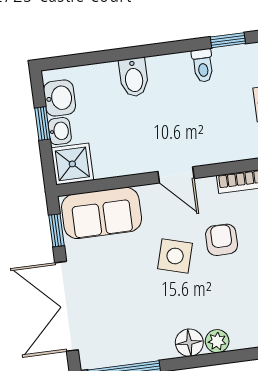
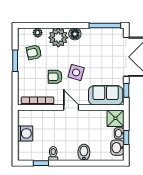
armchair: (222, 240) -> (55, 77), turned 90
plant: (217, 341) -> (58, 38), width x1.88, depth x1.88

